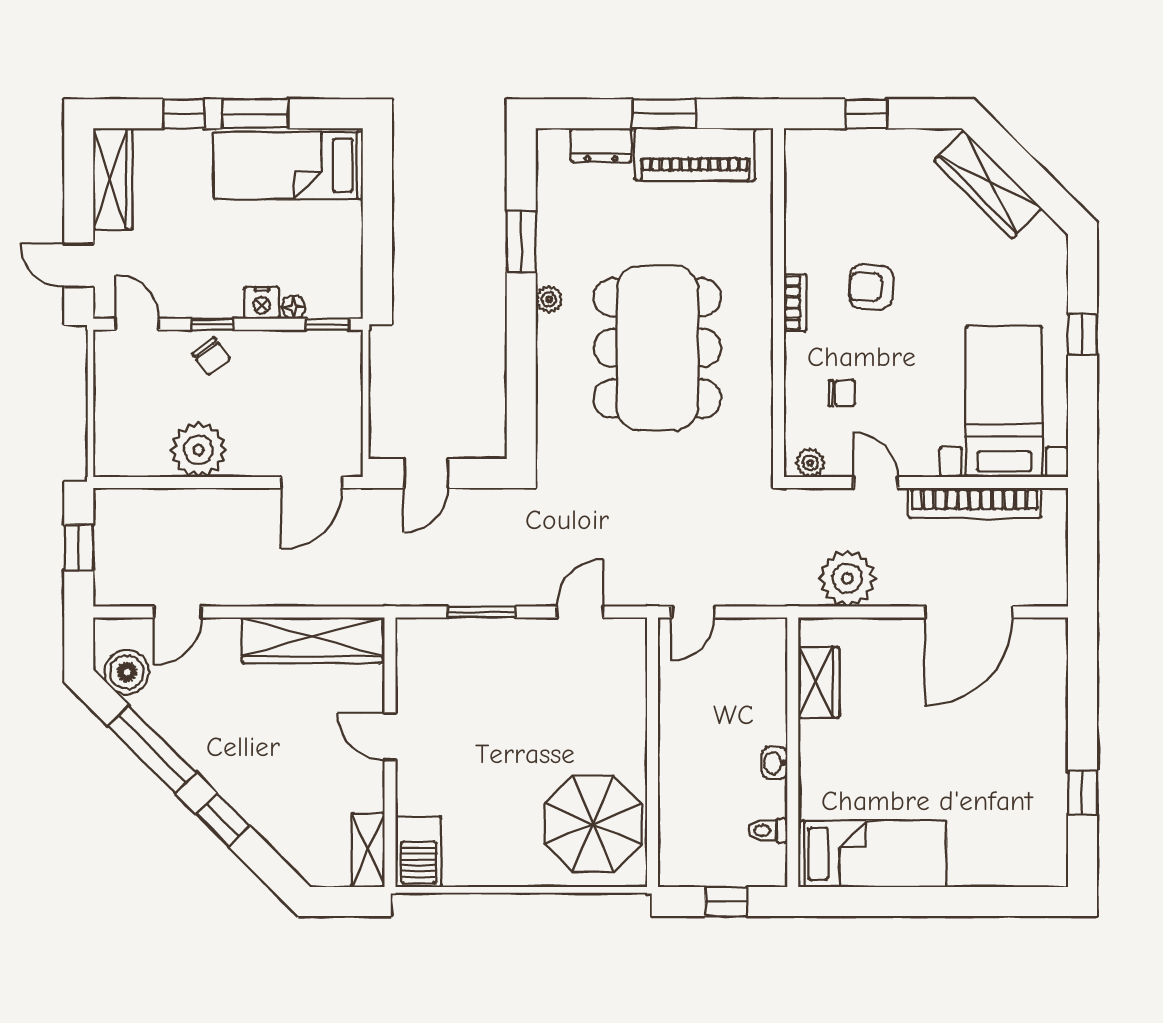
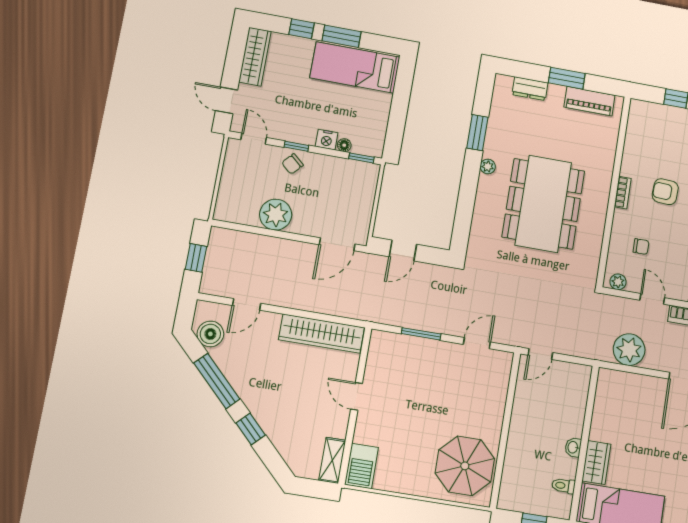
piano: (695, 154) -> (589, 101), width x0.73, depth x0.75
chair: (211, 356) -> (292, 164), turned 79
wardrobe: (819, 682) -> (596, 463), moved

